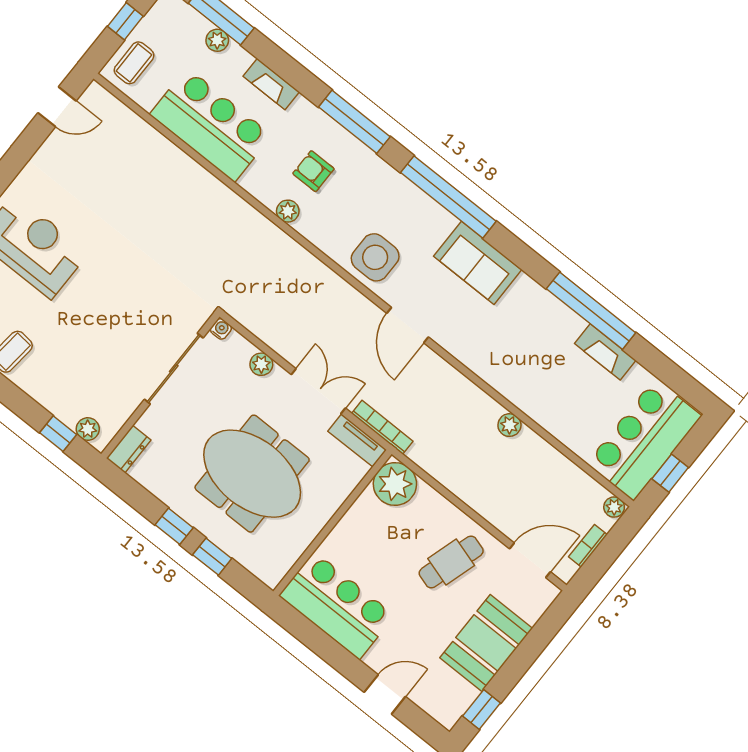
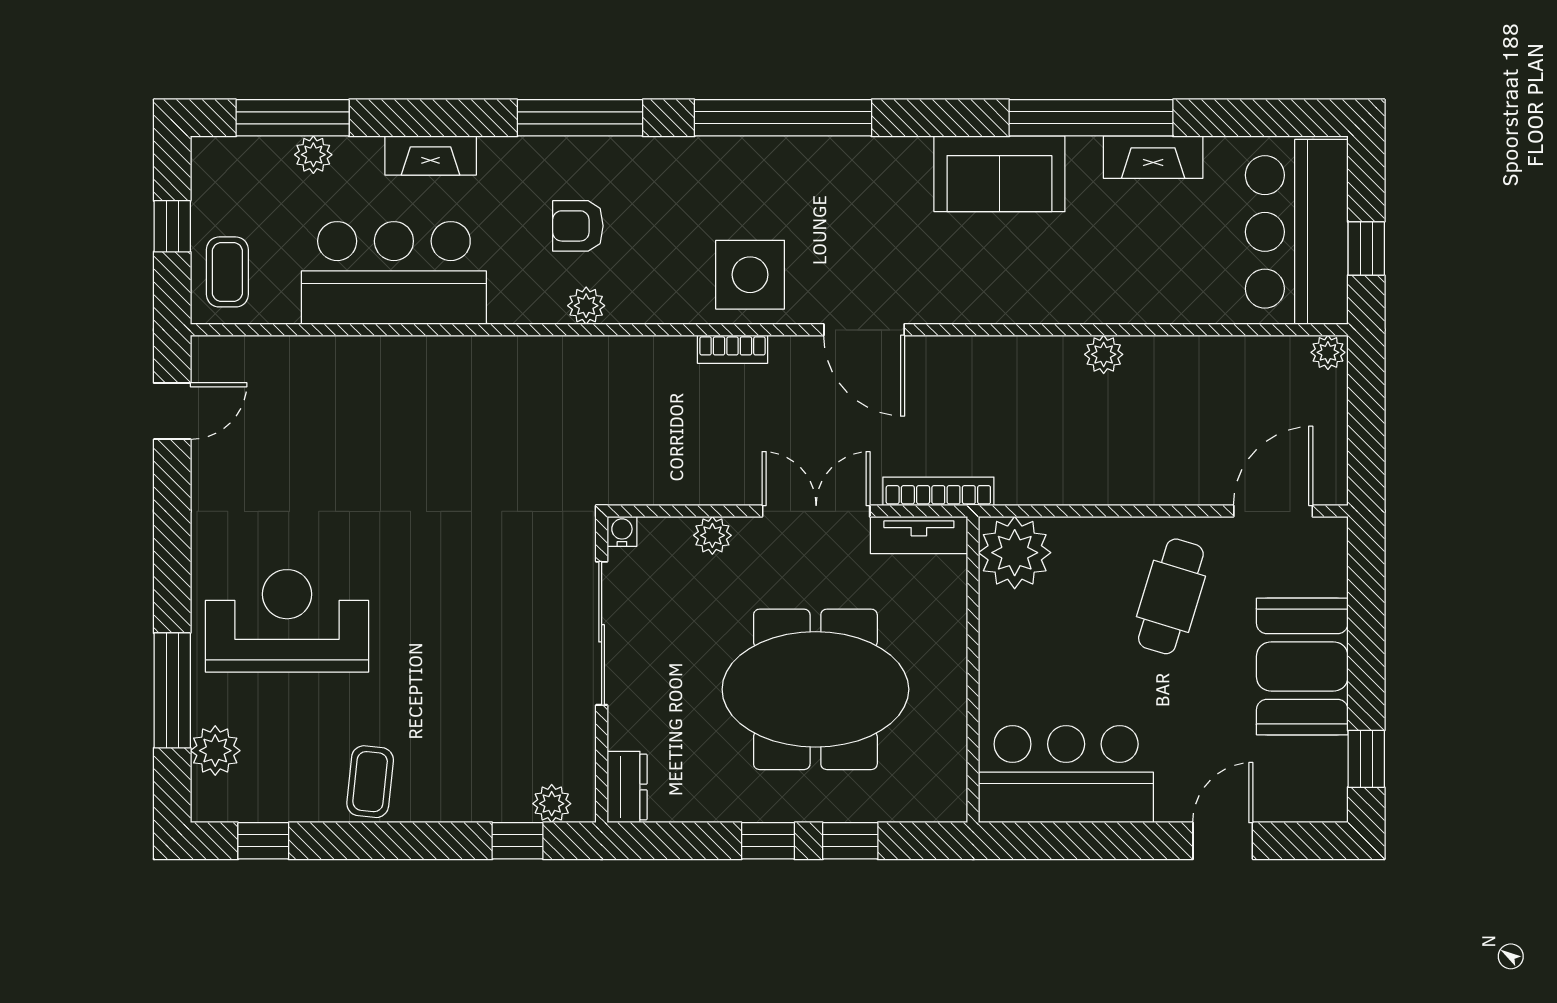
sofa: (478, 263) -> (999, 174), moved
bookcase: (588, 546) -> (732, 349), moved, turned -90

